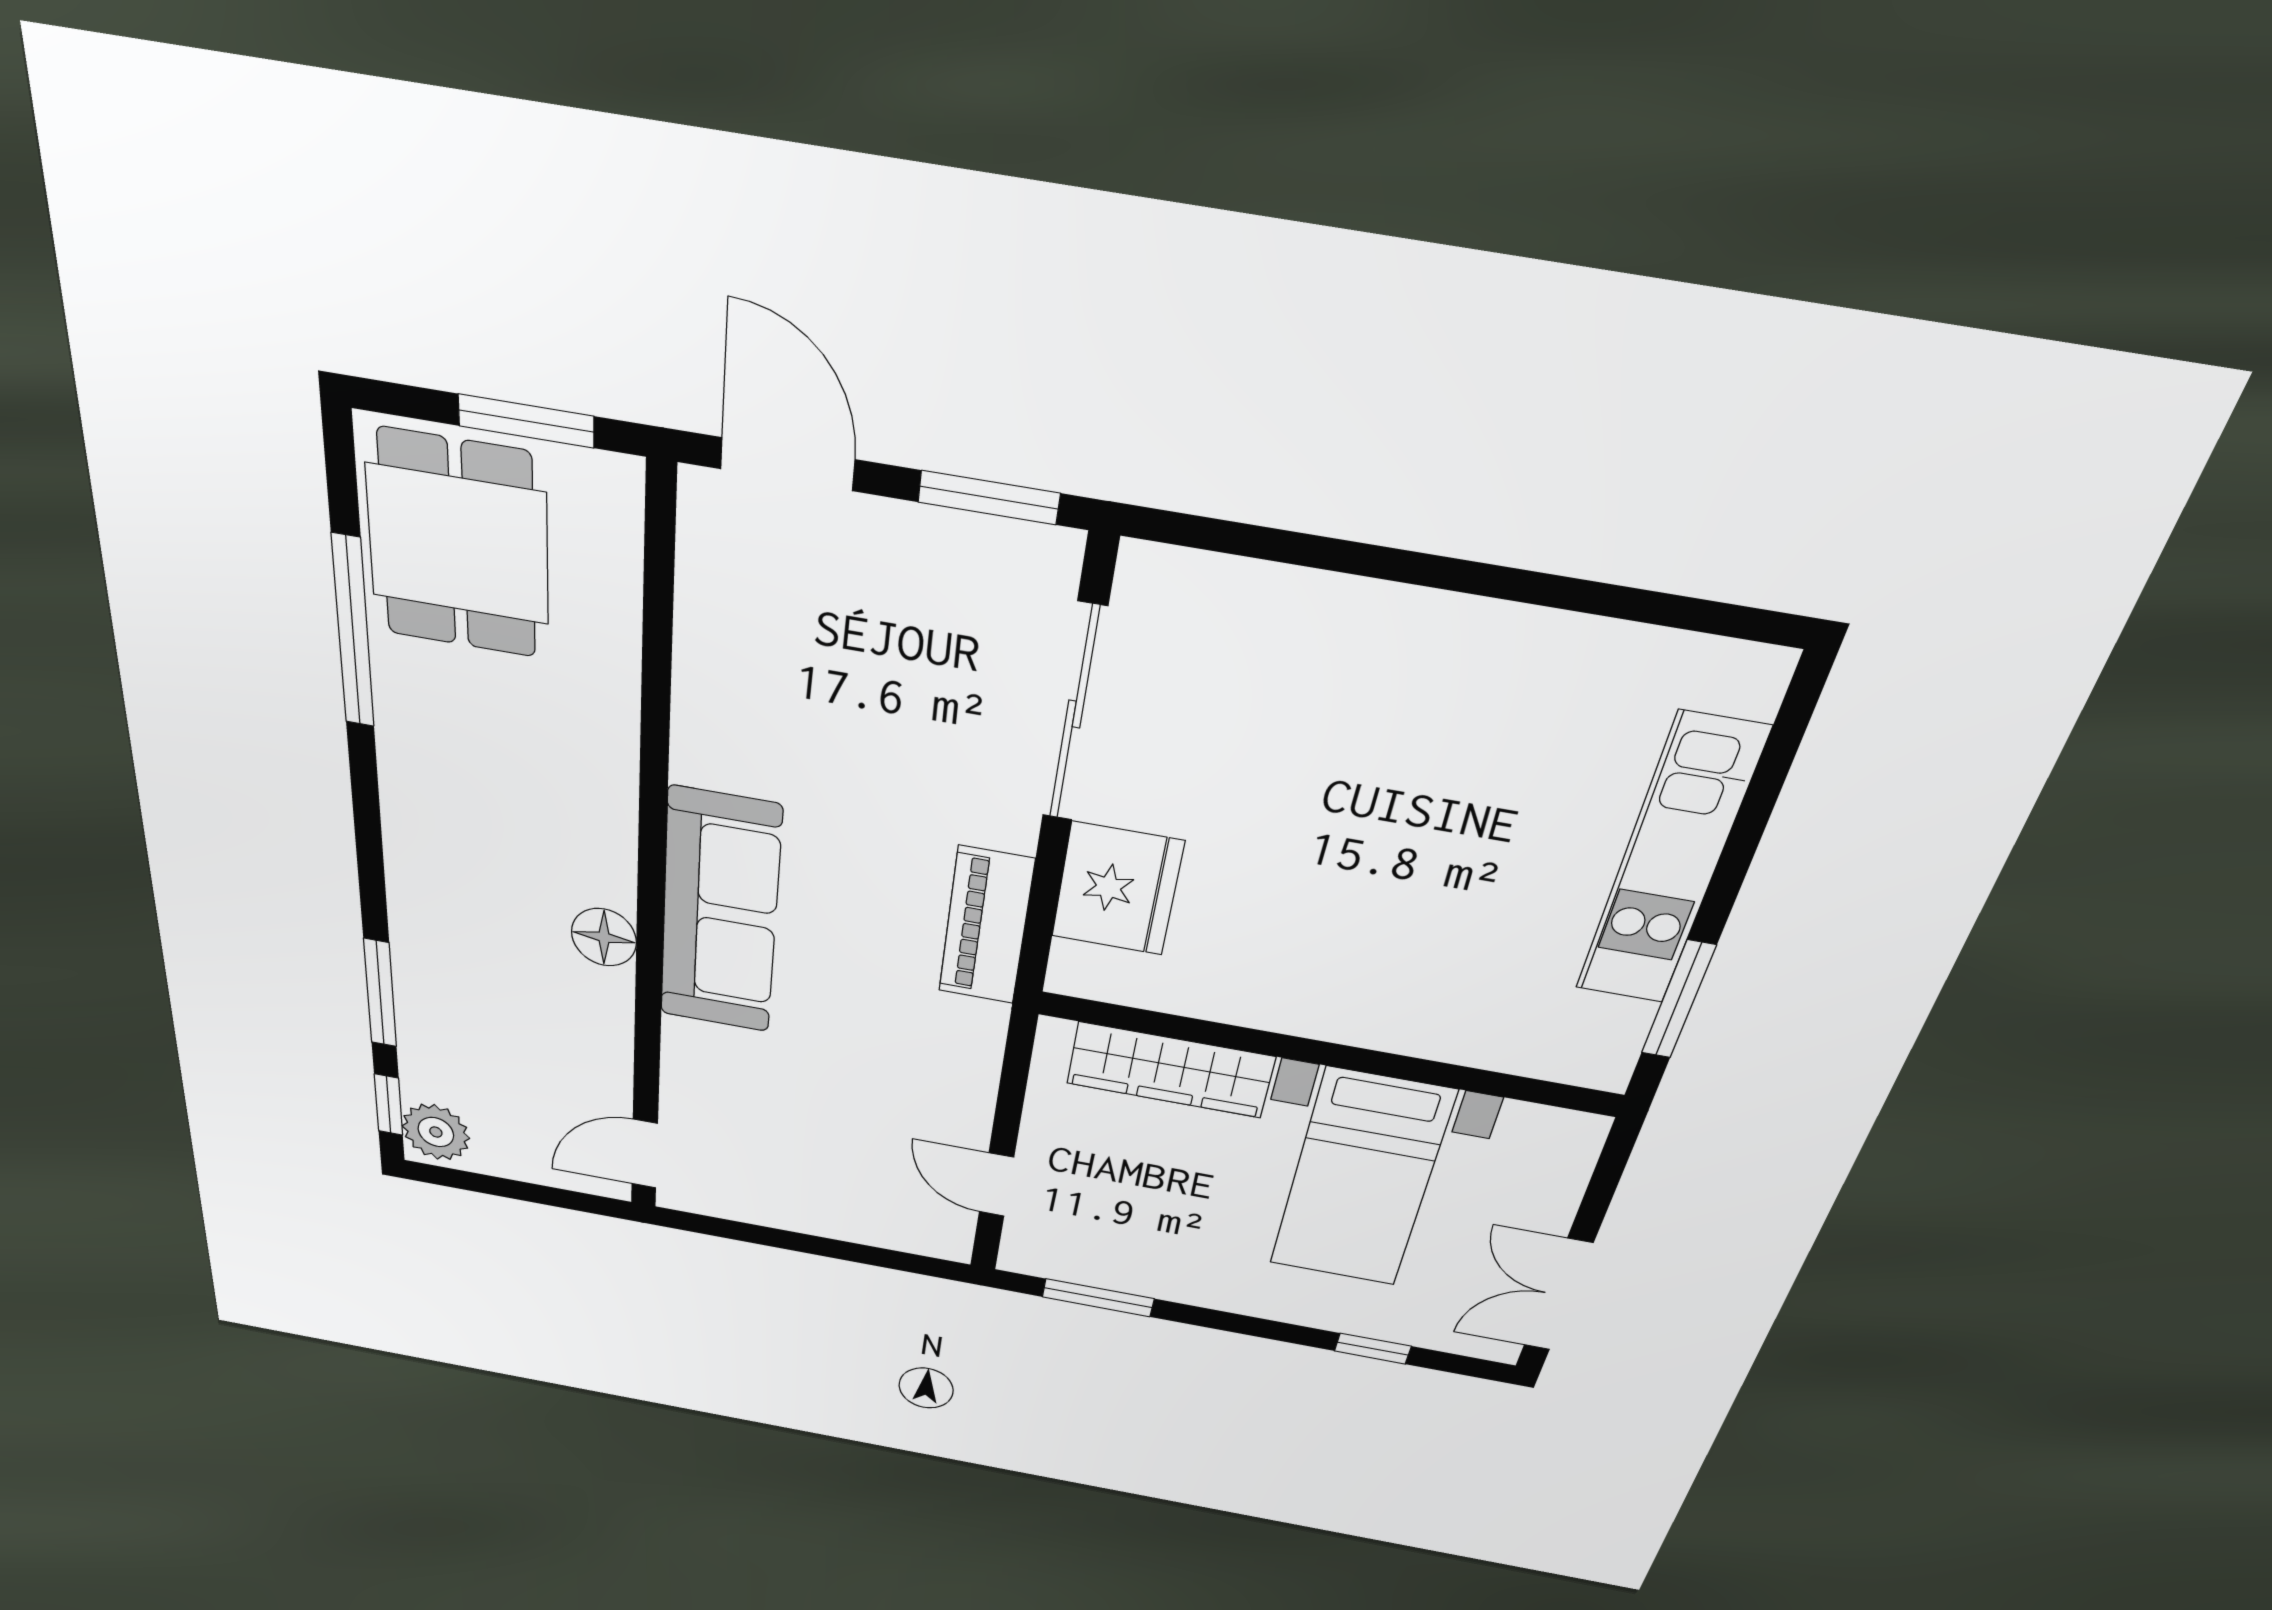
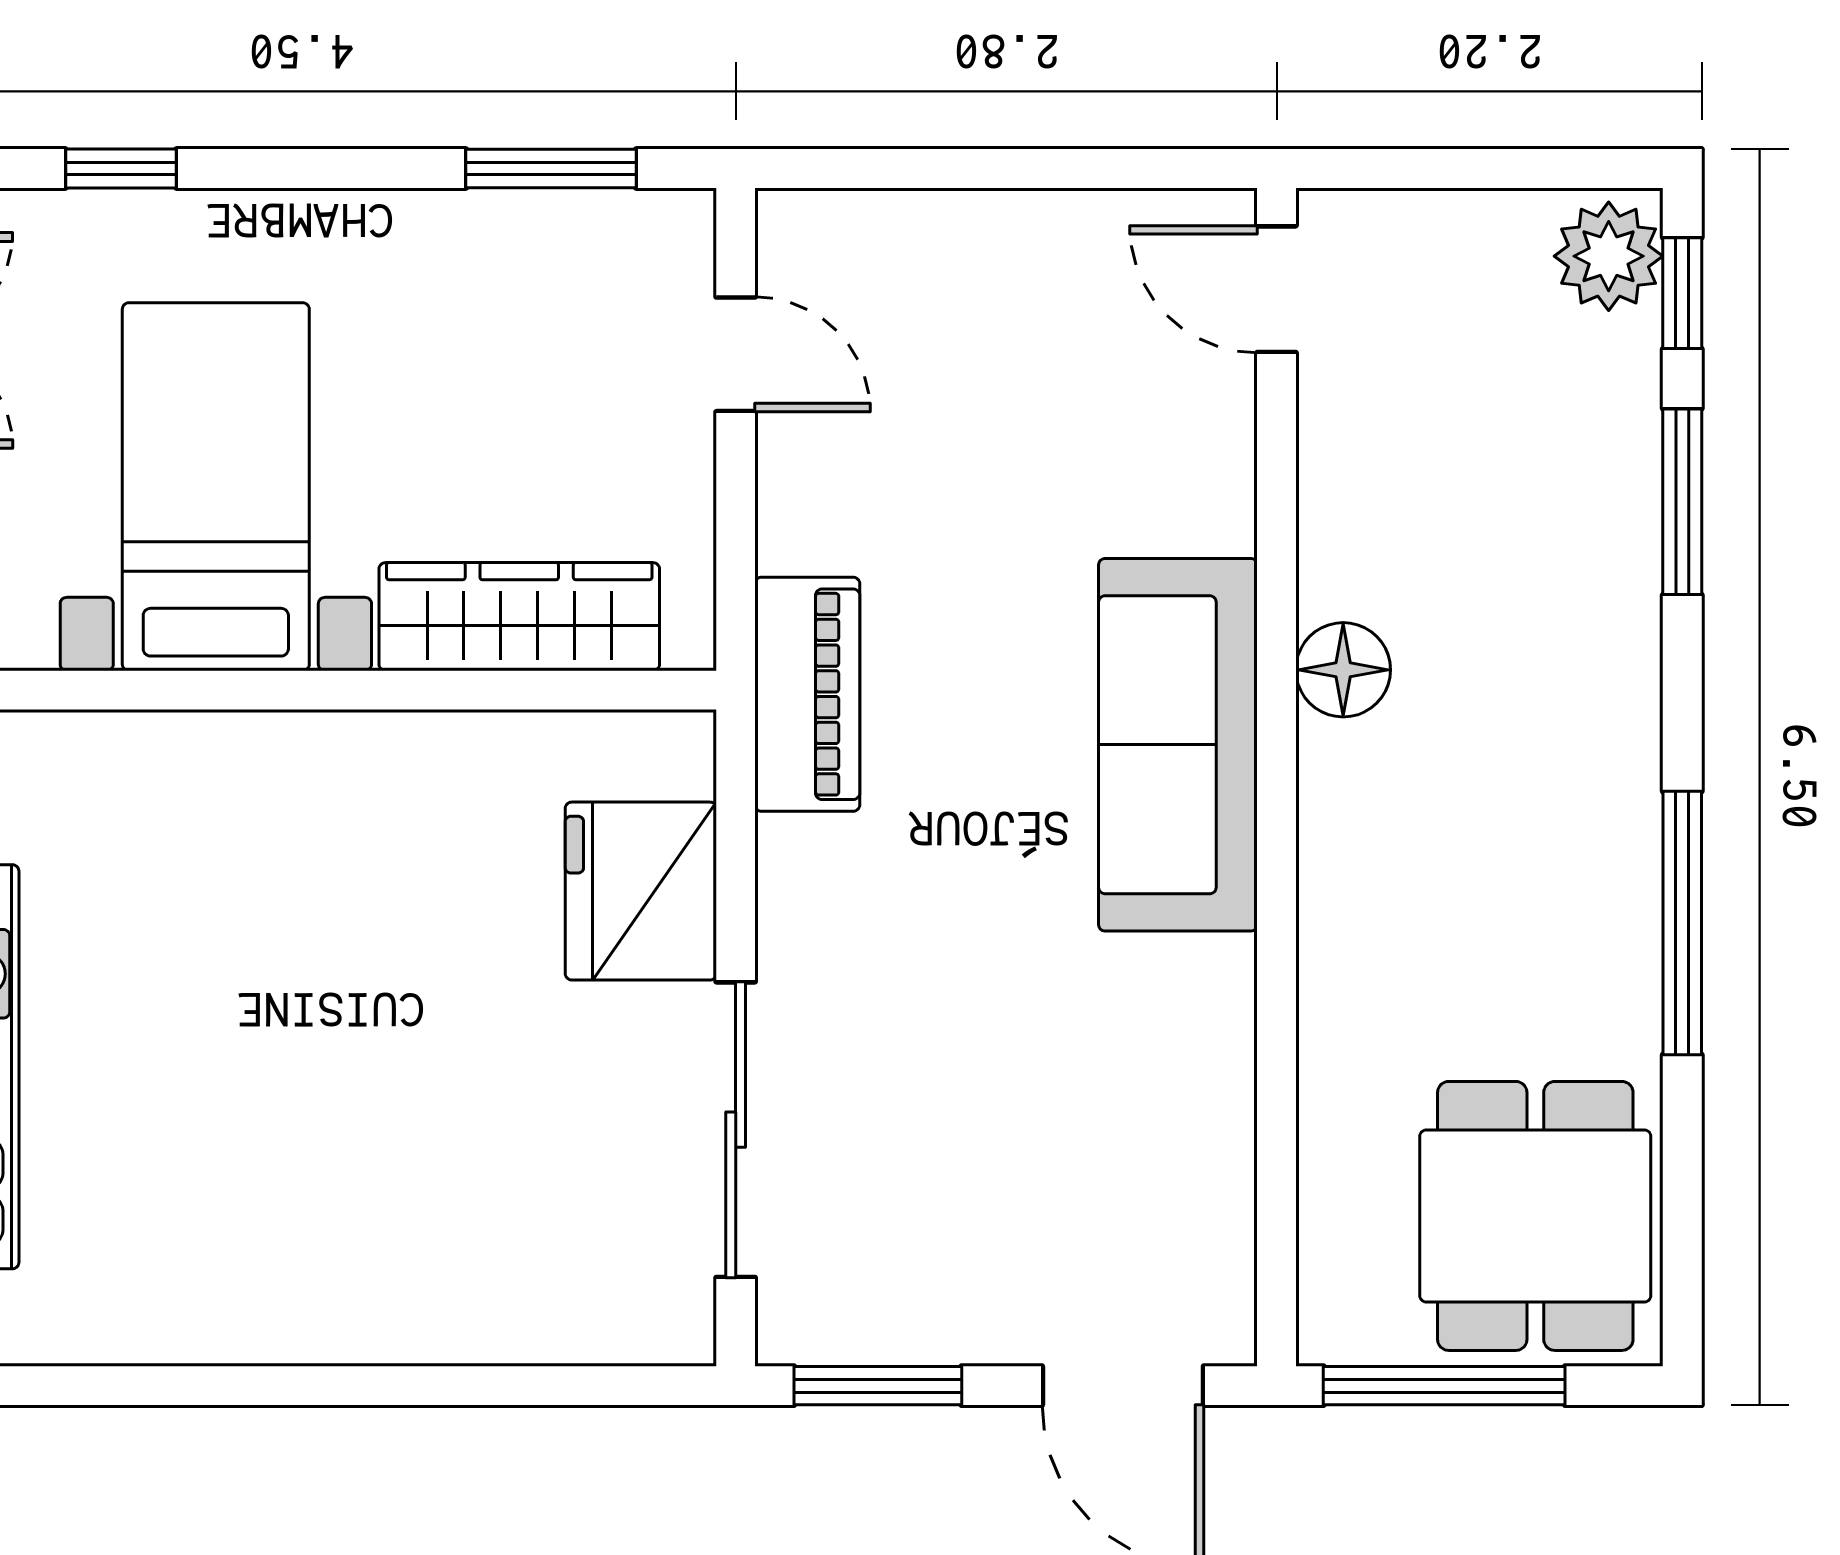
window: (526, 421) -> (1444, 1386), width x1.44
window: (353, 632) -> (1682, 923), moved
piano: (986, 926) -> (807, 694), moved
door: (645, 1154) -> (1277, 289), swing flipped

